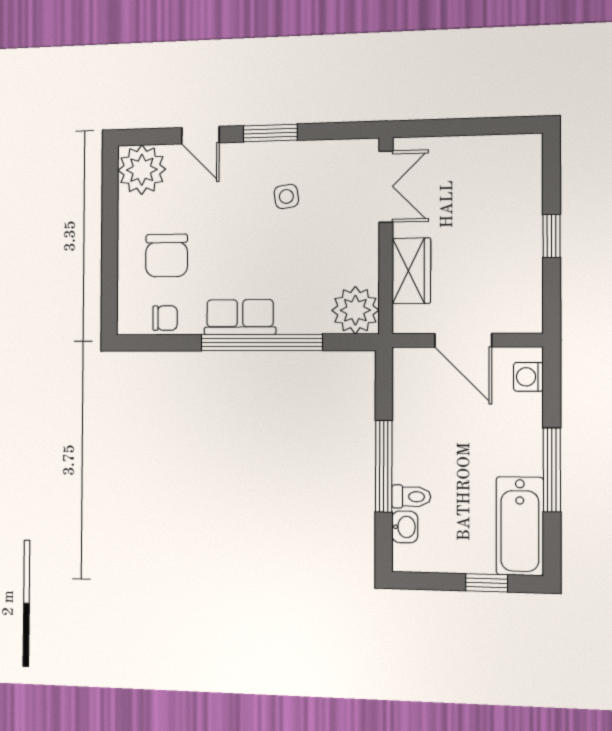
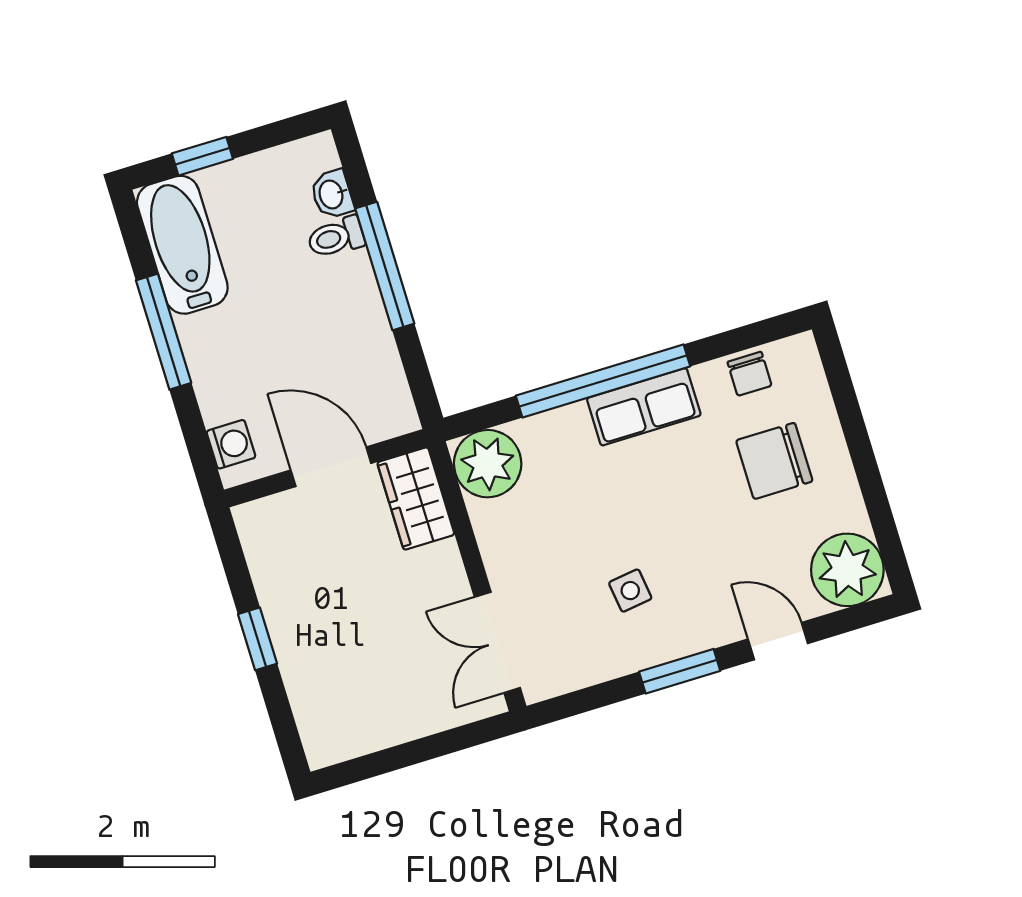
chair: (167, 256) -> (774, 461), turned -90
wardrobe: (411, 271) -> (416, 498), moved
chair: (165, 318) -> (749, 374), turned -90

